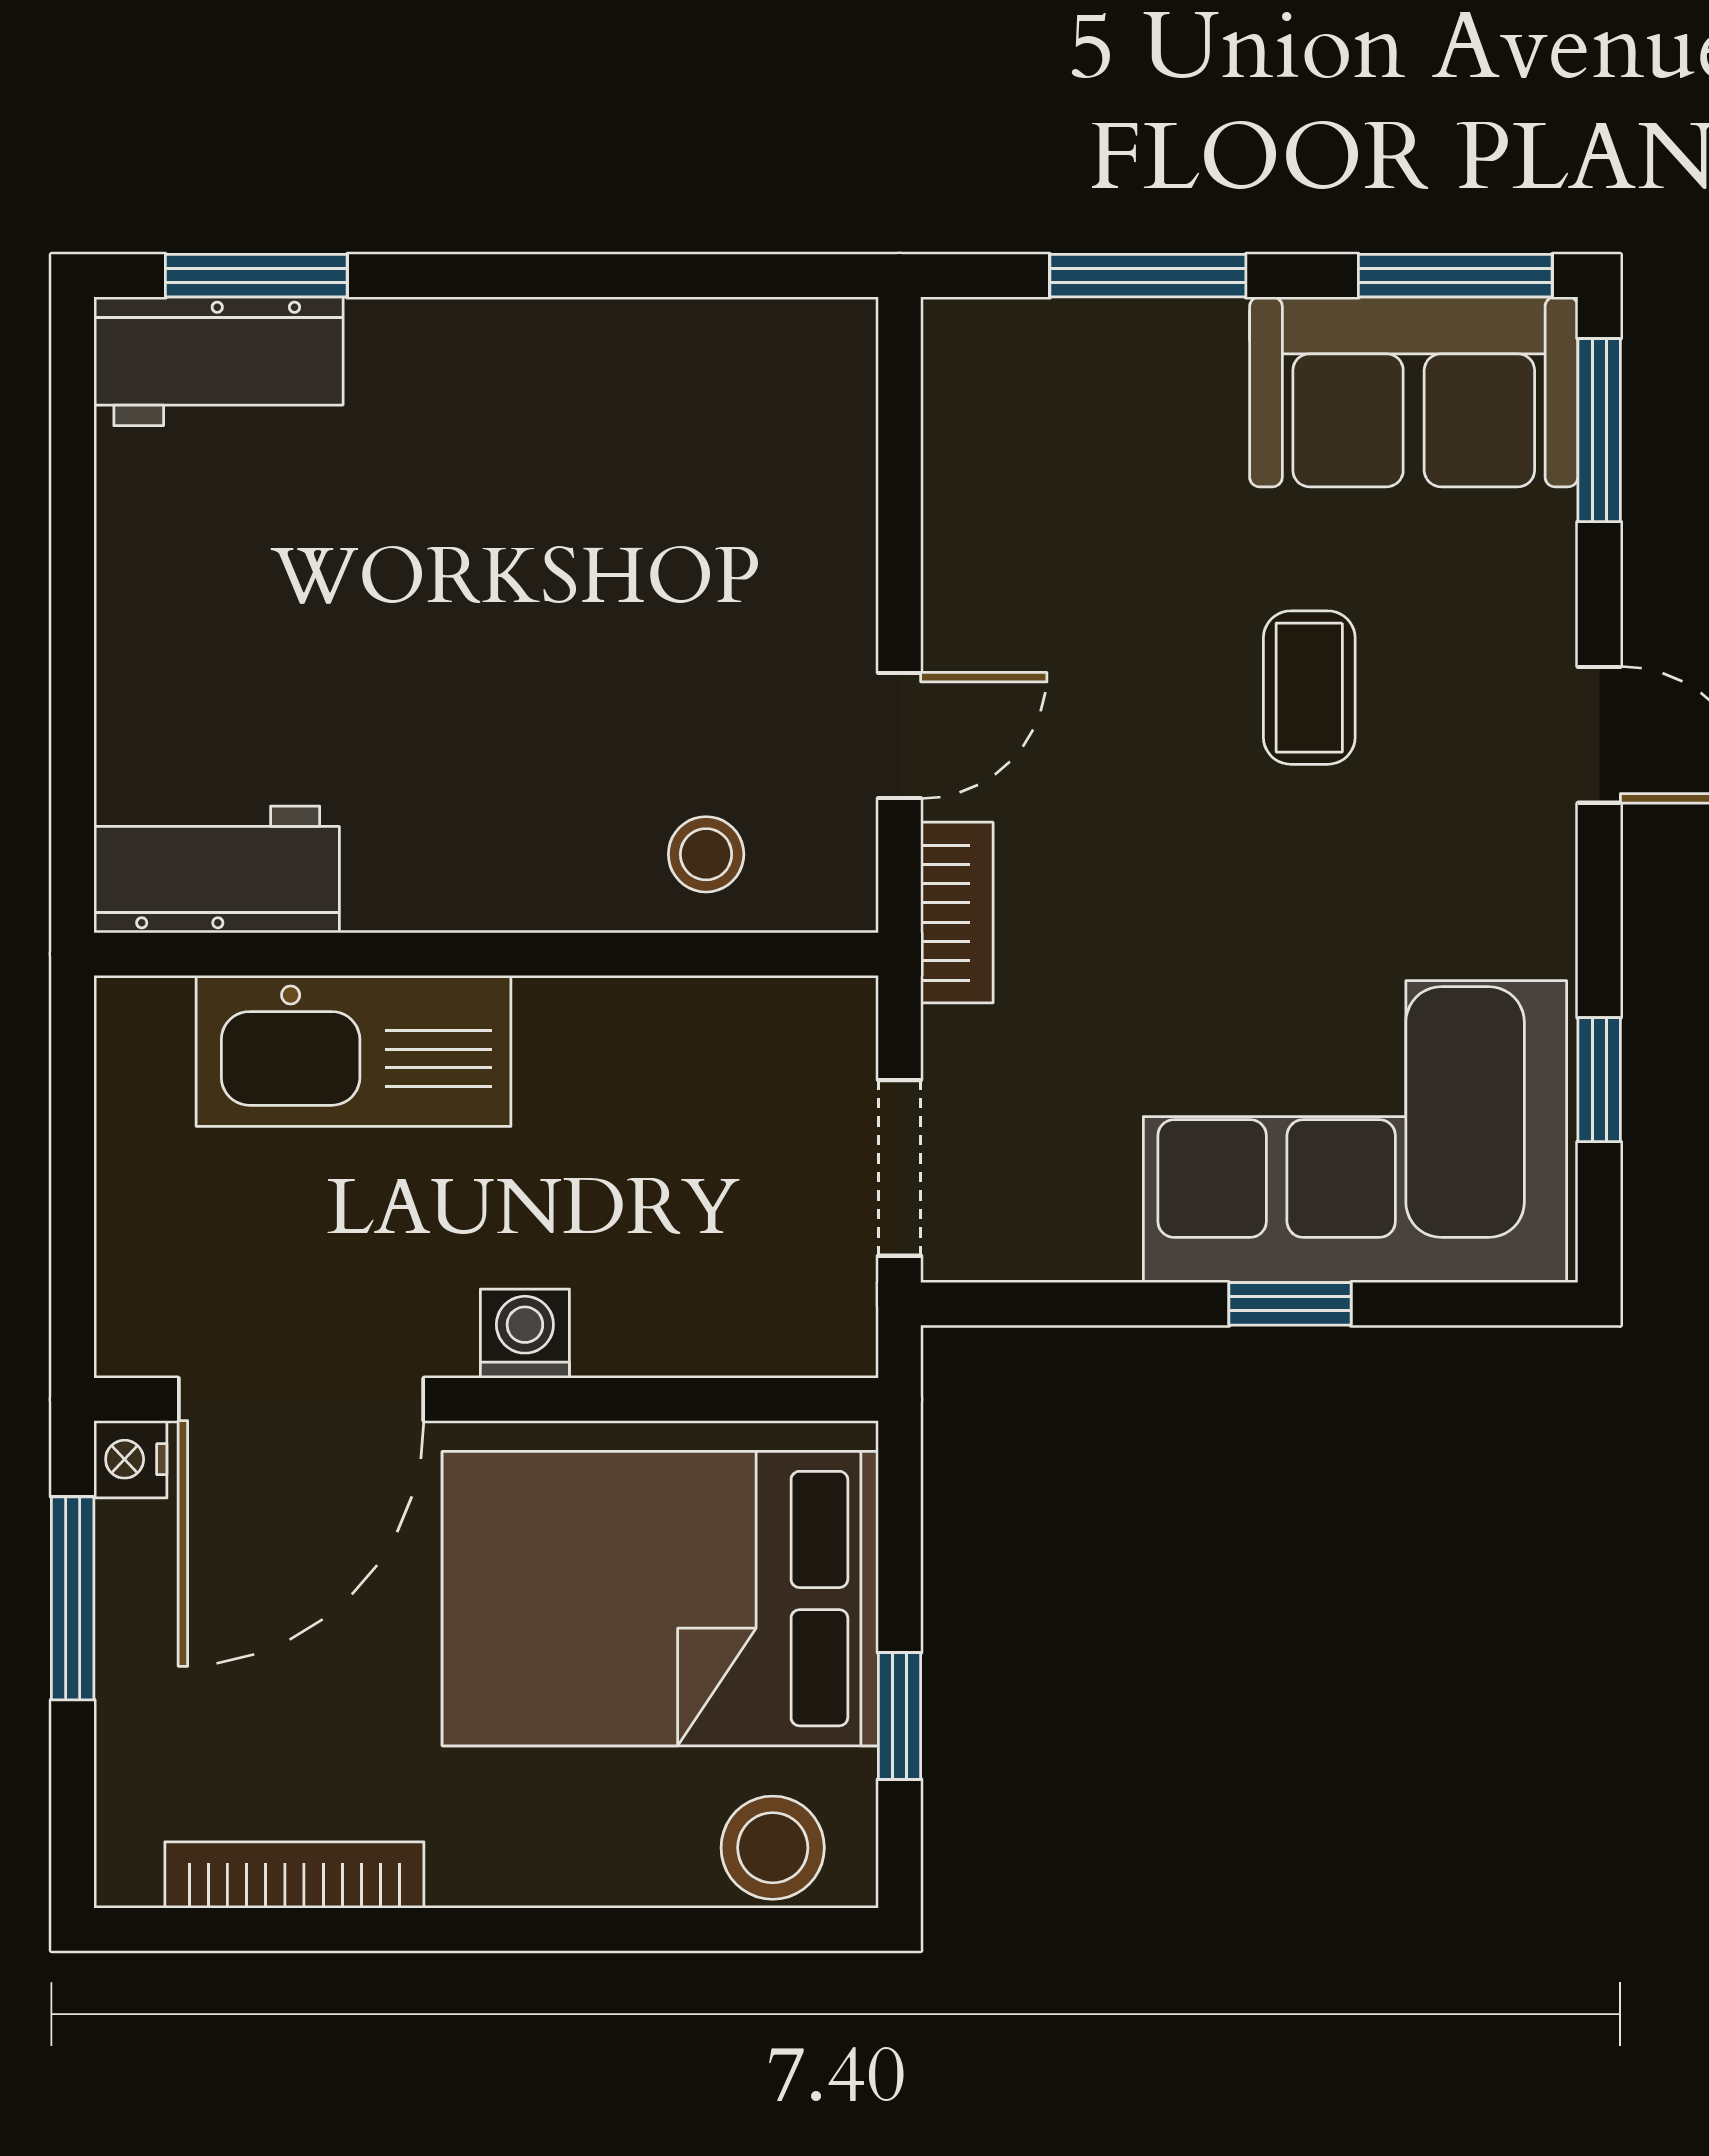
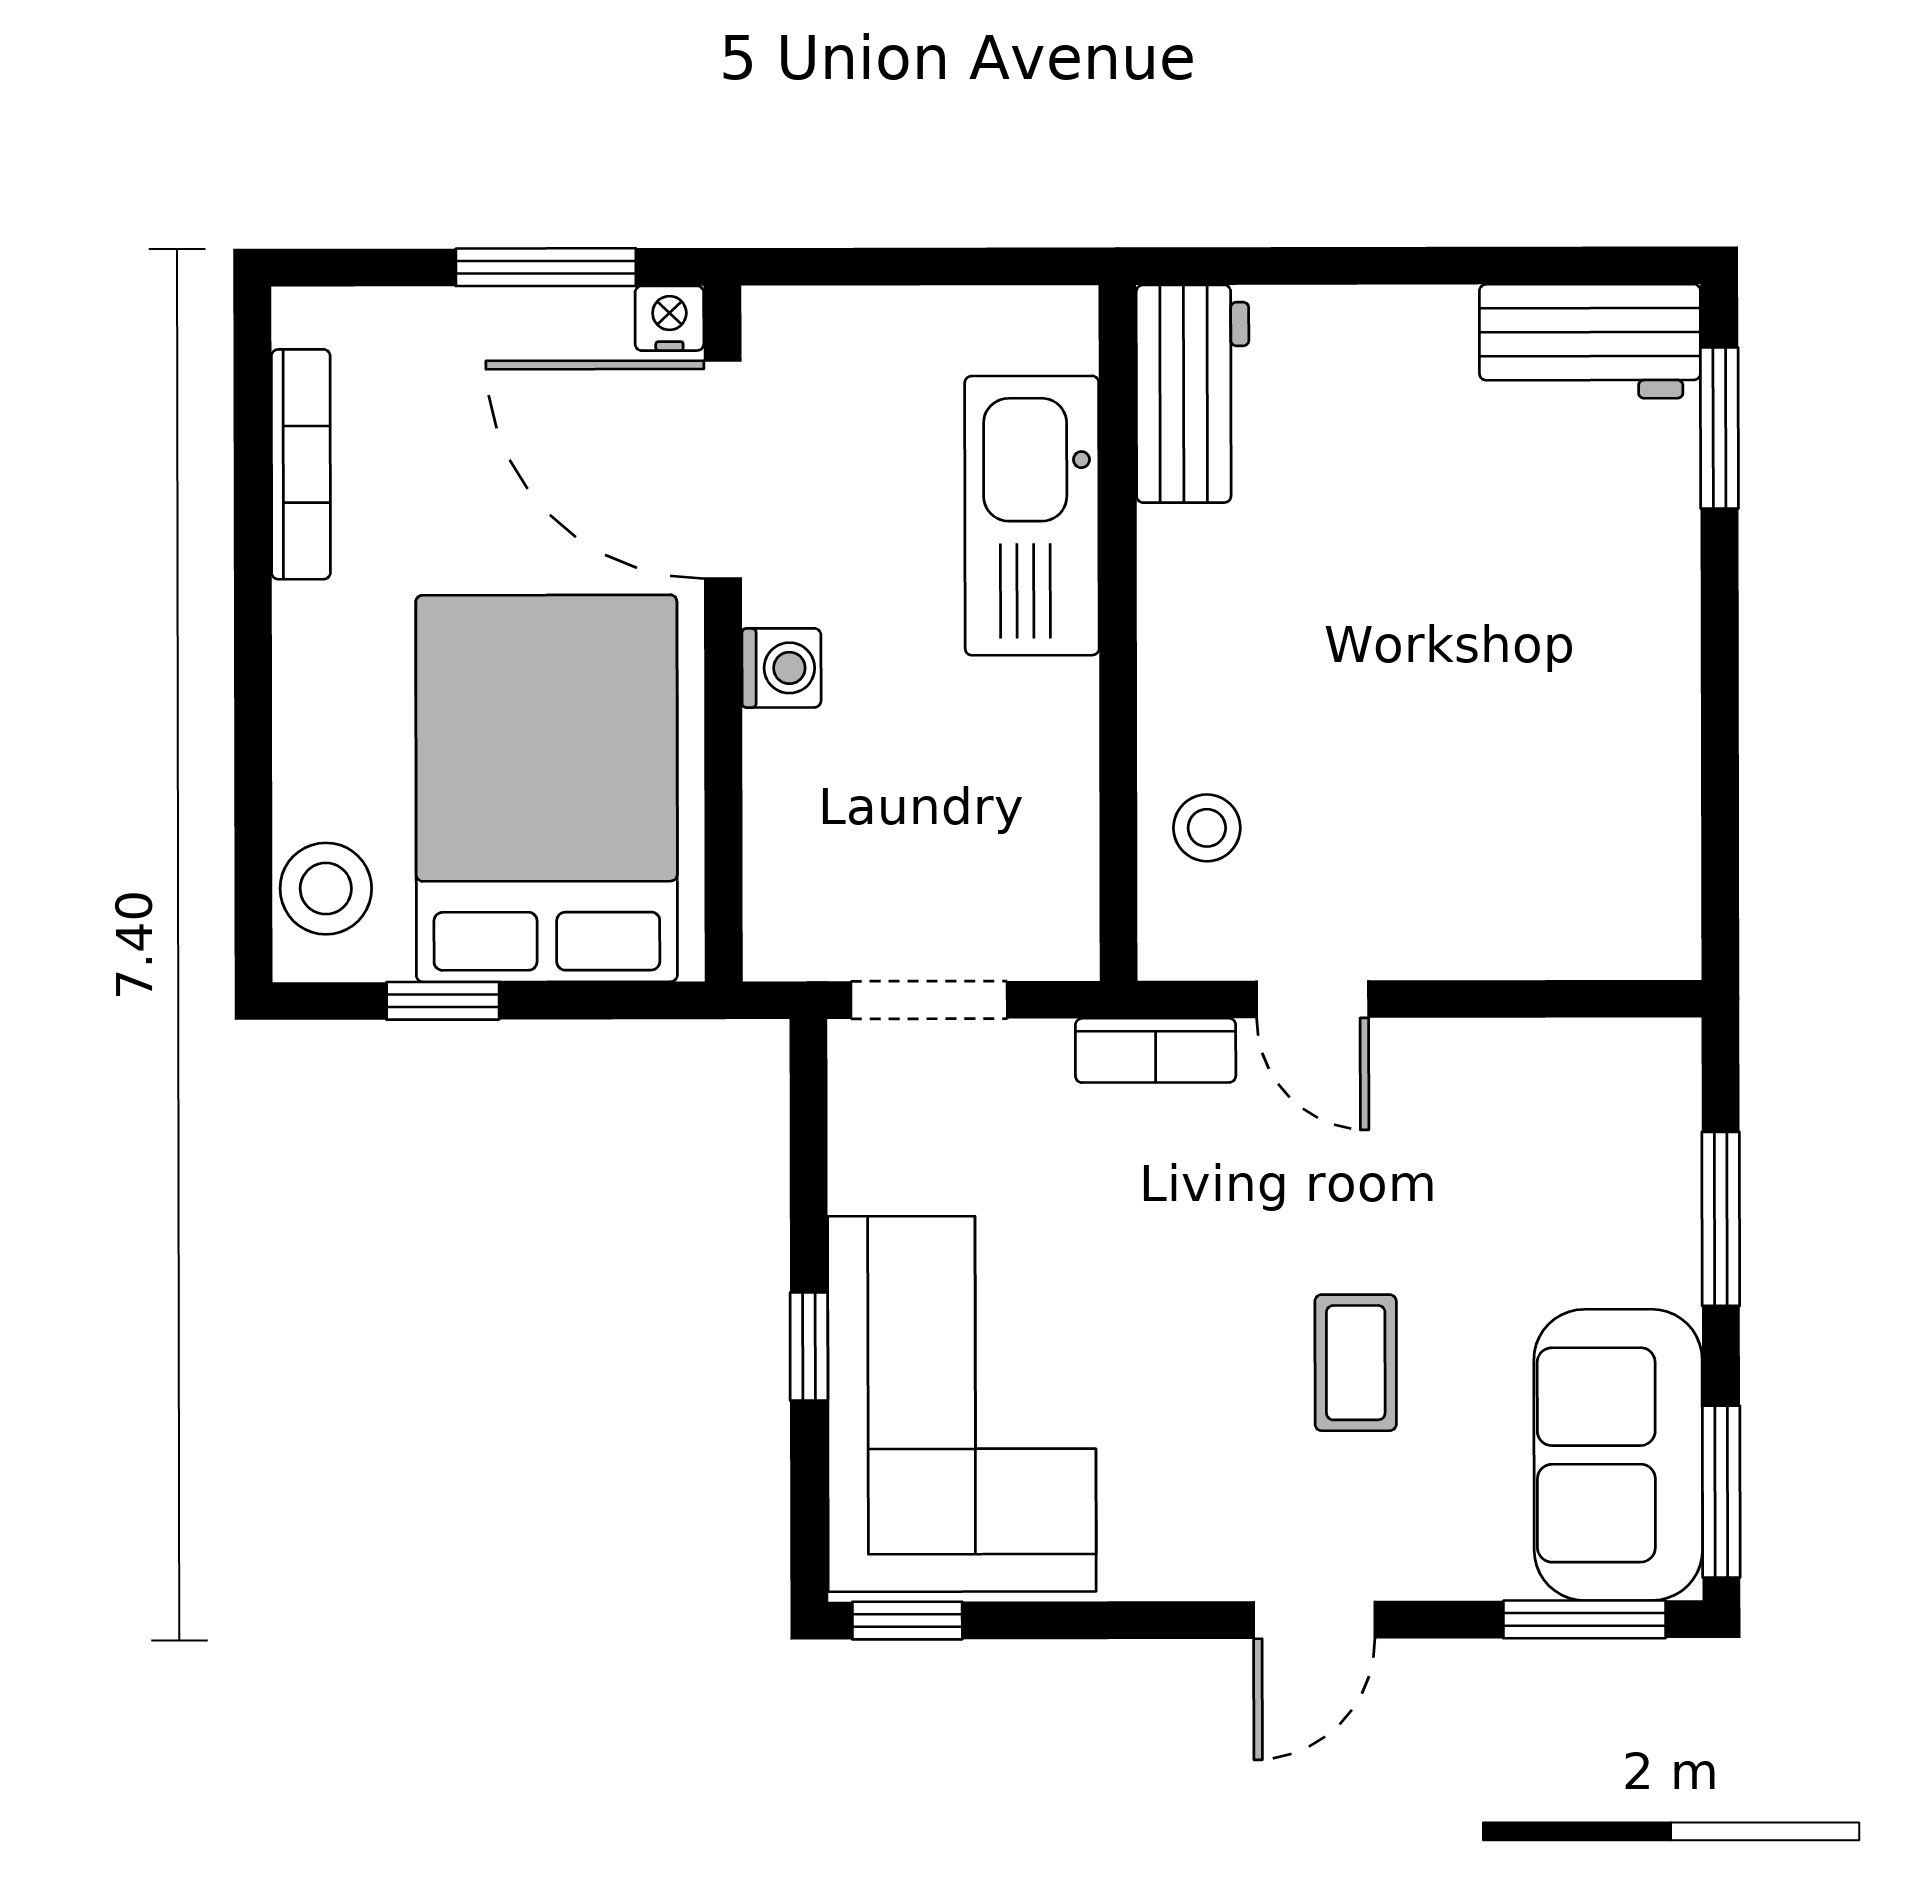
workbench: (218, 361) -> (1590, 341), moved, turned -90
coffee table: (1309, 688) -> (1356, 1363), turned 90
window: (1599, 1080) -> (907, 1621), moved

